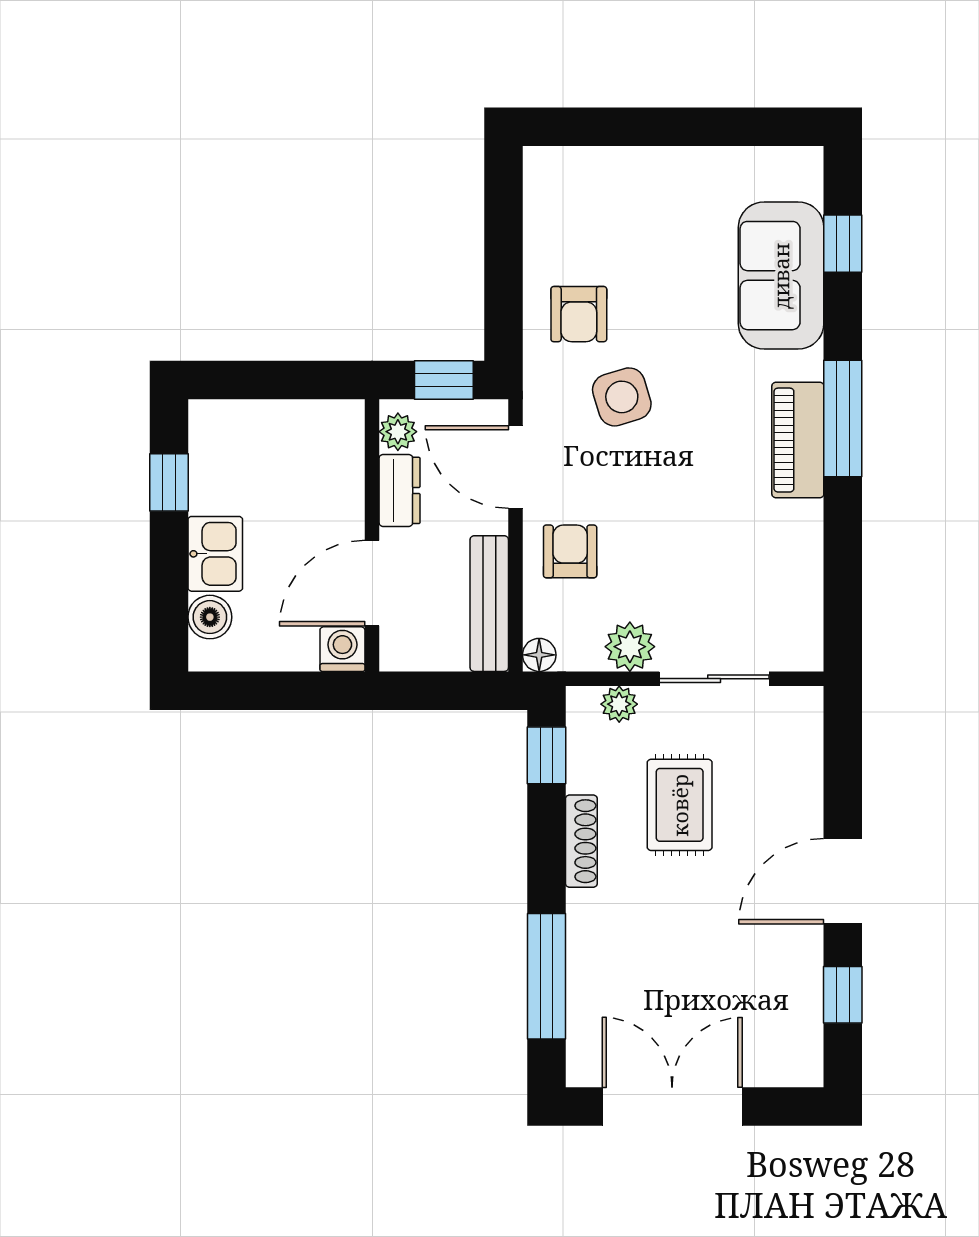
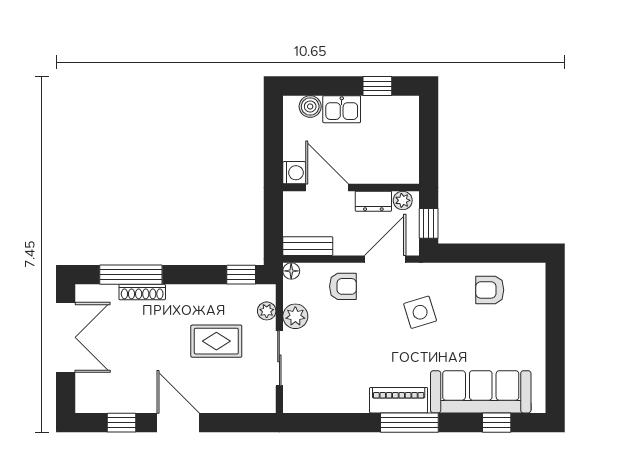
sofa: (781, 276) -> (481, 392), width x1.36
armchair: (579, 314) -> (490, 290), moved
bench: (489, 604) -> (308, 246), width x0.73
shoe rack: (581, 841) -> (142, 292), moved

